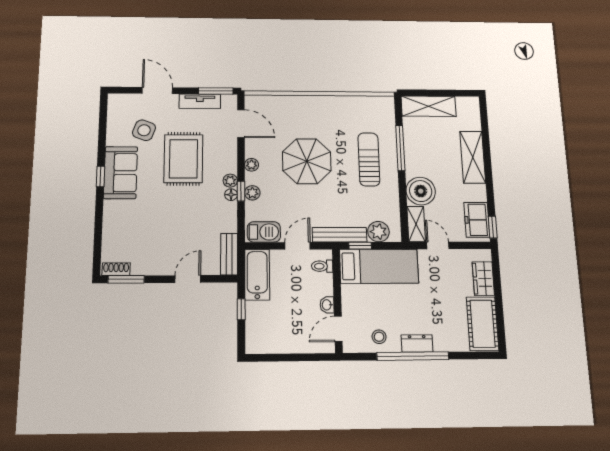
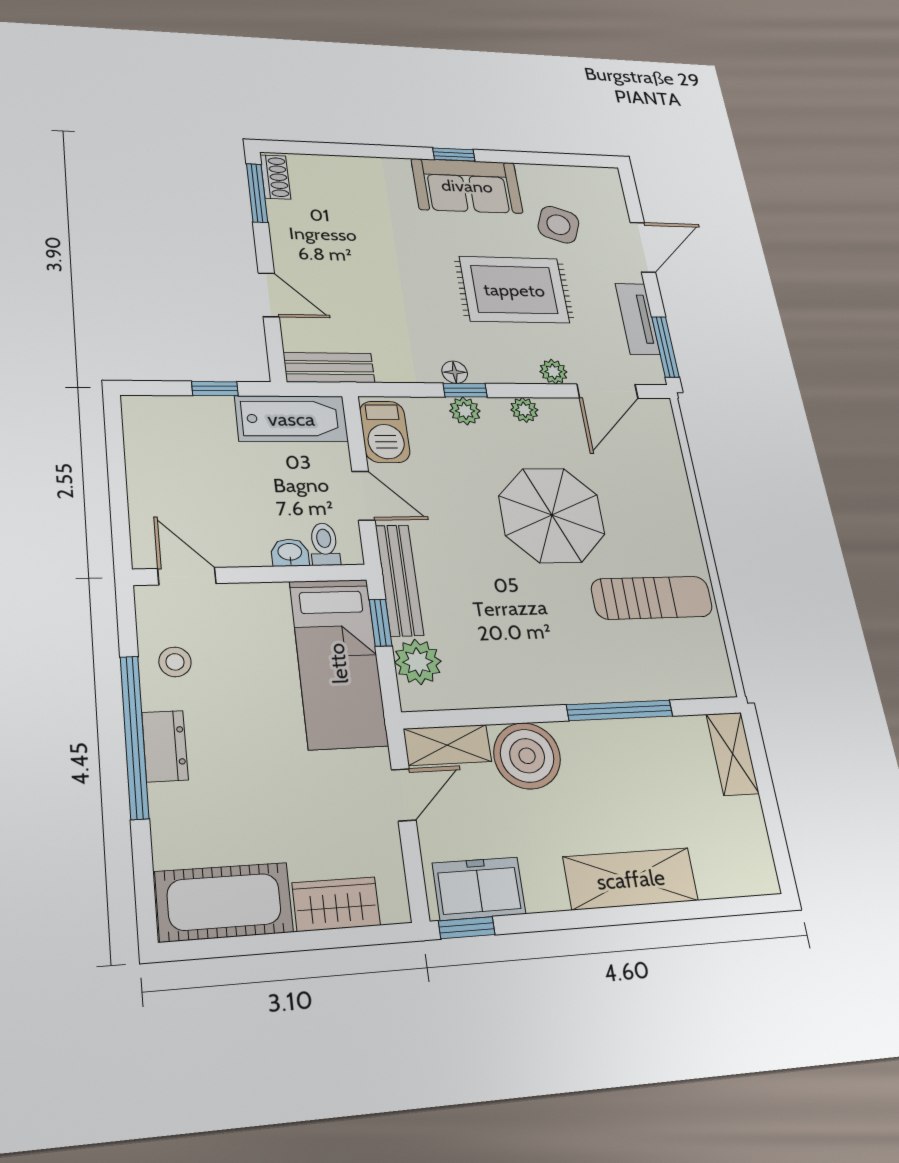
shelving: (429, 106) -> (733, 754), width x0.67, depth x0.75
sun lounger: (369, 159) -> (652, 598), moved
plant: (230, 181) -> (553, 372), moved
washbasin: (327, 305) -> (290, 553), moved

